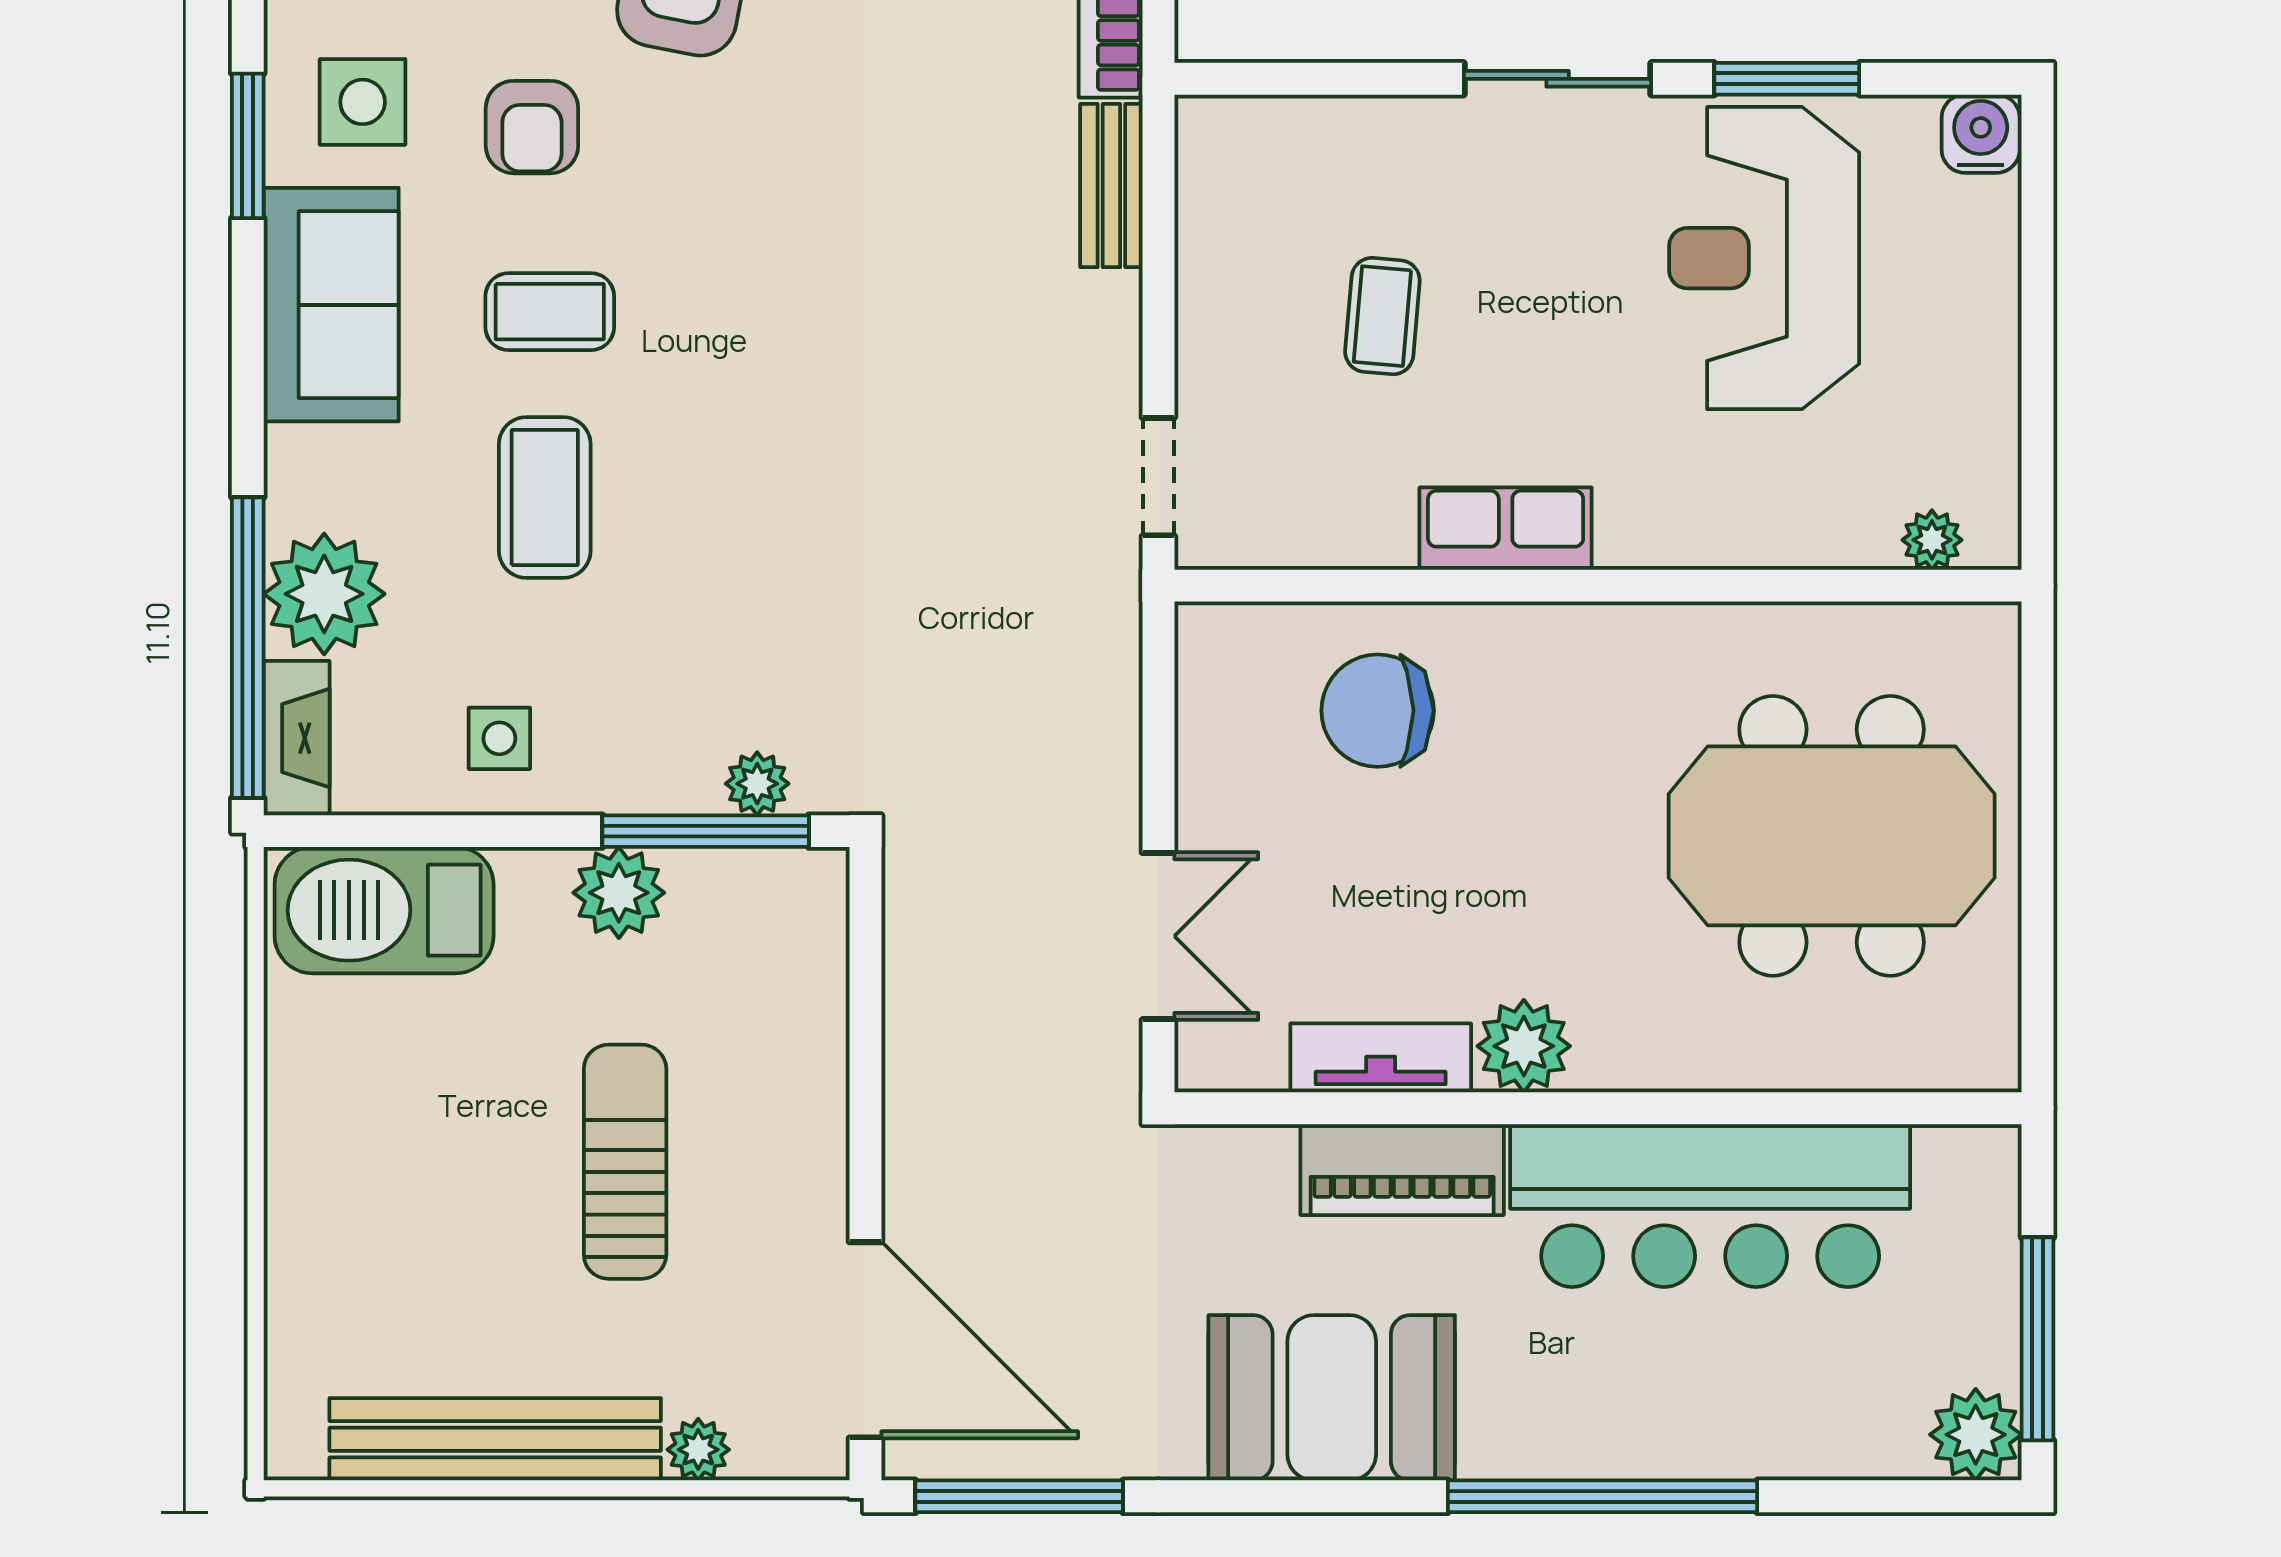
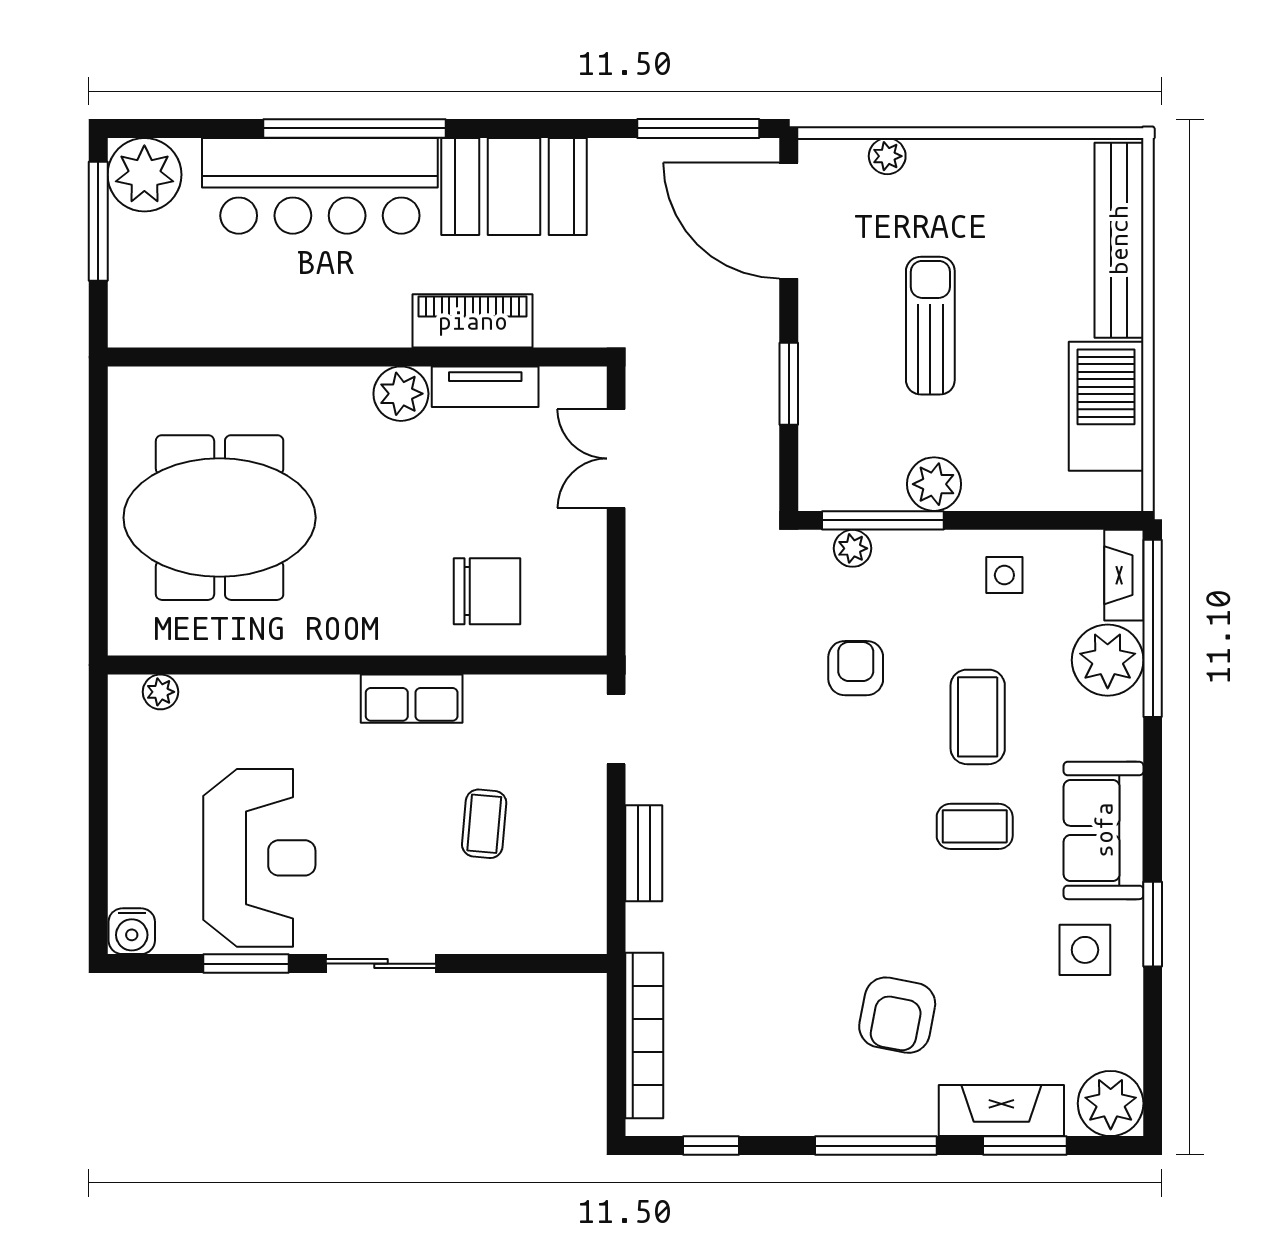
armchair: (532, 127) -> (856, 668), moved
bench: (1111, 186) -> (644, 853), moved
barbecue: (384, 910) -> (1106, 406), moved, turned -90
window: (865, 1063) -> (789, 384), added
sun lounger: (625, 1162) -> (930, 326), turned 180
bar counter: (1710, 1206) -> (320, 186), moved, turned 180
plant: (1976, 1435) -> (144, 175), width x1.36, depth x1.36
bench: (495, 1439) -> (1119, 240), moved, turned 90

